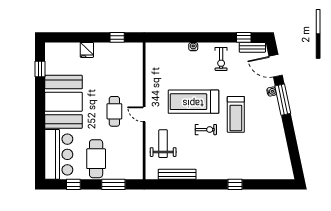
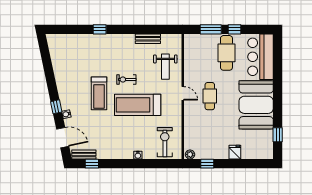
plant: (136, 47) -> (190, 154), added
exercise bike: (221, 59) -> (165, 142), moved, width x1.38, depth x1.39
window: (283, 100) -> (56, 107), width x0.46
treadmill: (193, 102) -> (138, 105), turned 180
treadmill: (236, 114) -> (99, 93), turned 180
bench: (177, 174) -> (148, 39), width x0.73
window: (73, 184) -> (235, 29), moved

